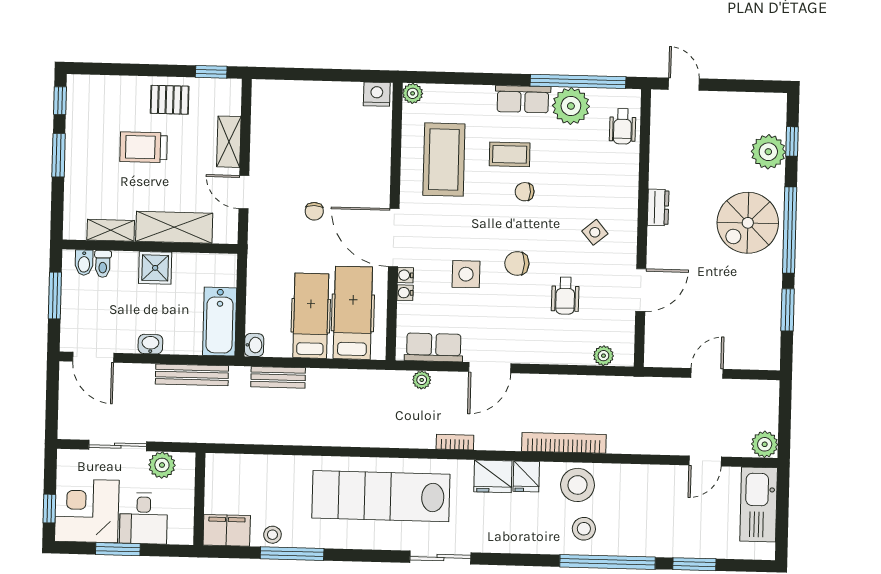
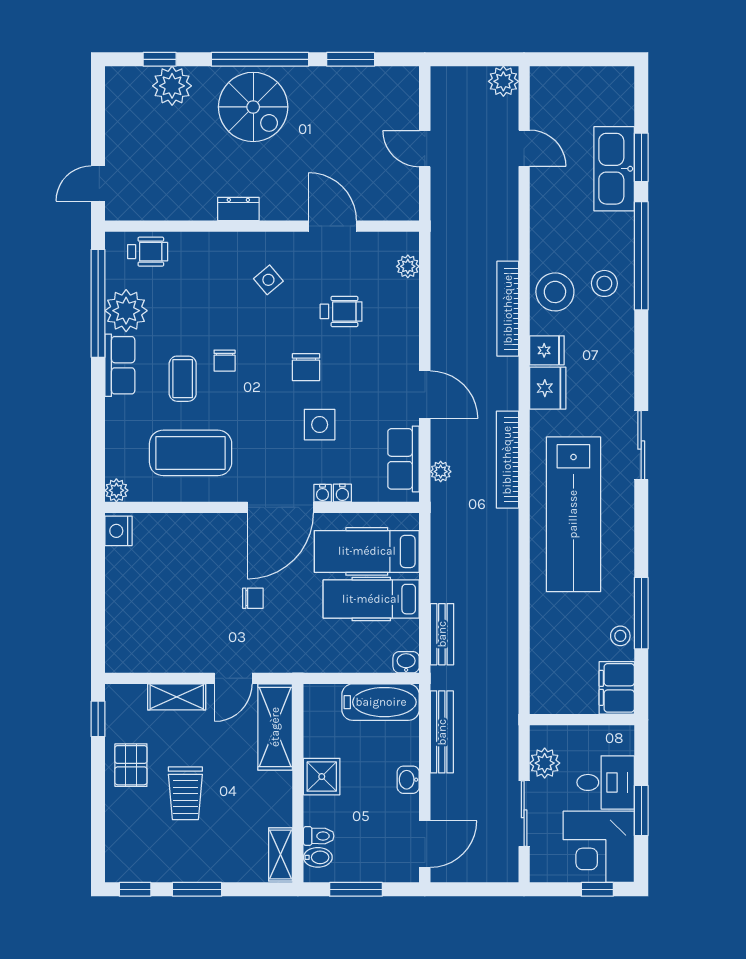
shelving: (174, 227) -> (275, 727), moved
shelving: (111, 230) -> (280, 854), moved
bookcase: (455, 442) -> (507, 460), width x2.31, depth x1.31
kitchen sink: (759, 504) -> (614, 169), moved, turned 90

